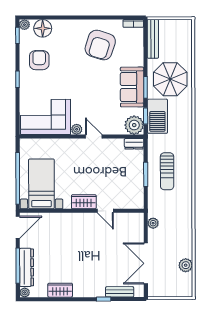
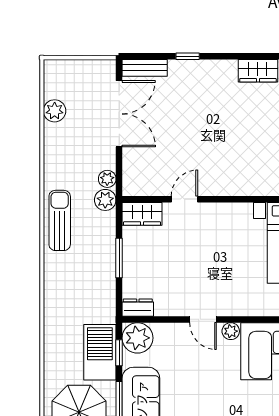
sun lounger: (167, 171) -> (60, 220), moved
wardrobe: (84, 202) -> (142, 214), moved
plant: (154, 210) -> (105, 200), added
door: (105, 211) -> (185, 199), hinge flipped
bench: (120, 292) -> (145, 68), moved

